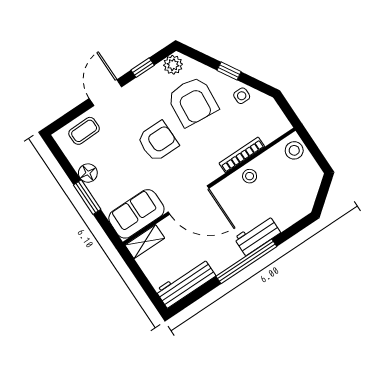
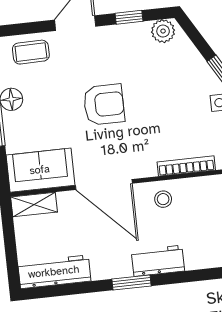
armchair: (193, 101) -> (164, 81), removed
stool: (250, 176) -> (163, 199), moved
window: (246, 261) -> (132, 282), width x0.47

